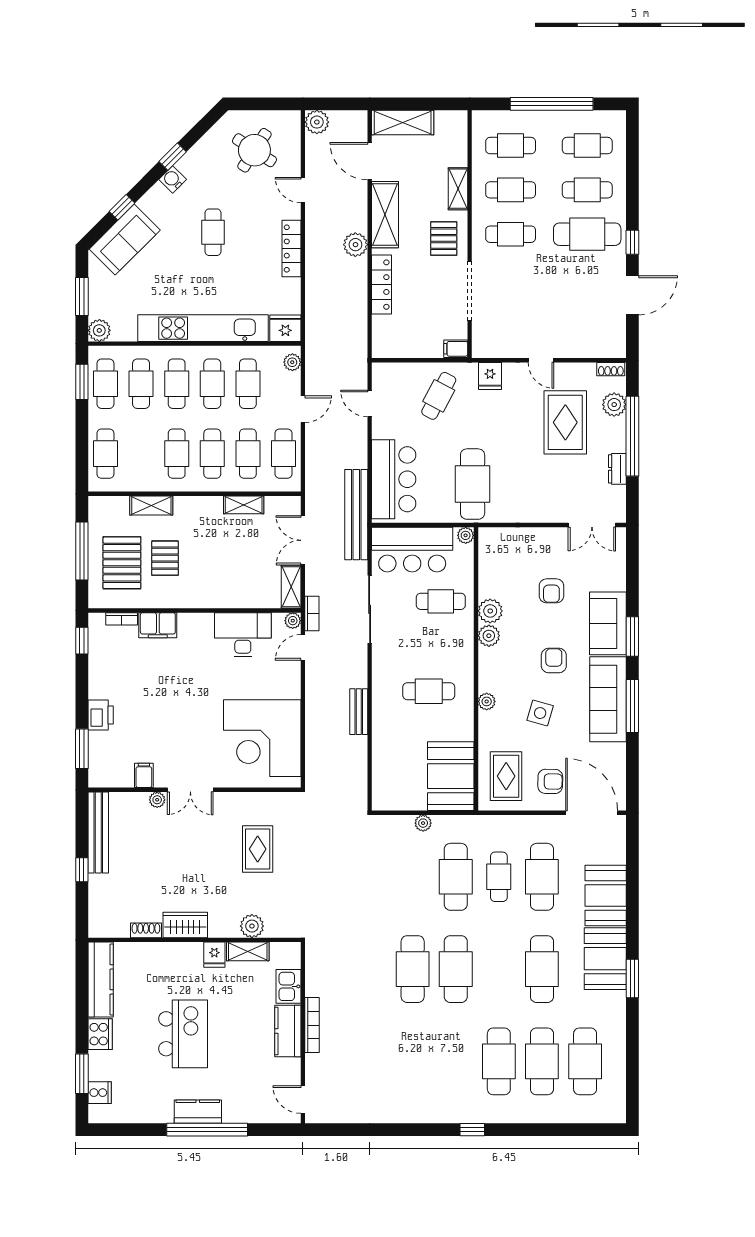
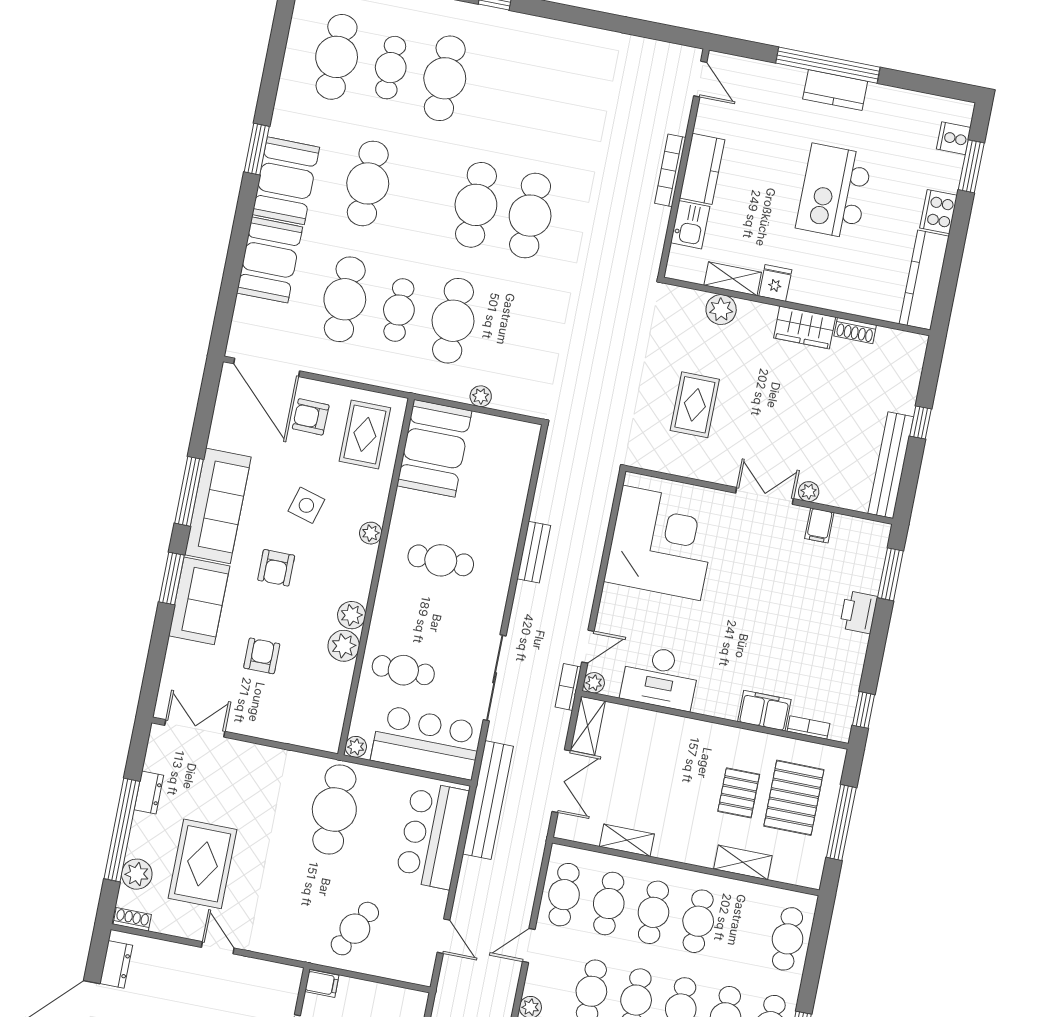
dresser: (616, 332) -> (116, 964), added
fridge: (490, 376) -> (286, 941), removed
cafe table: (542, 1061) -> (391, 68), width x0.73, depth x0.74

